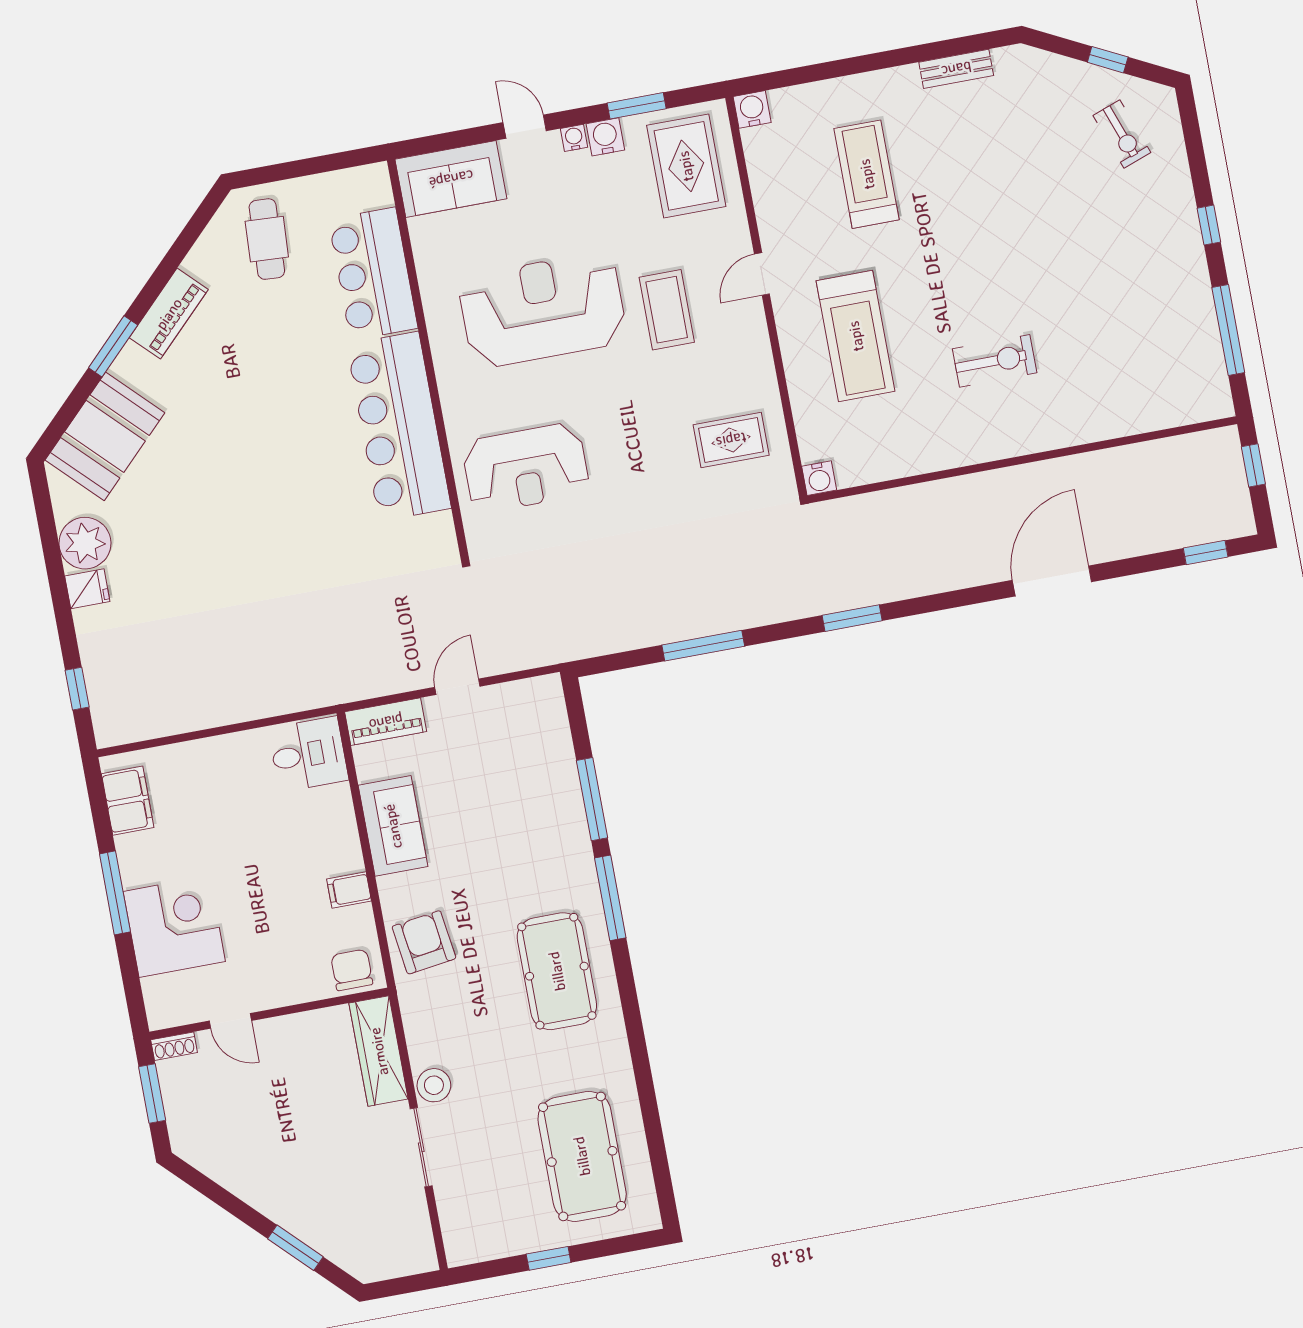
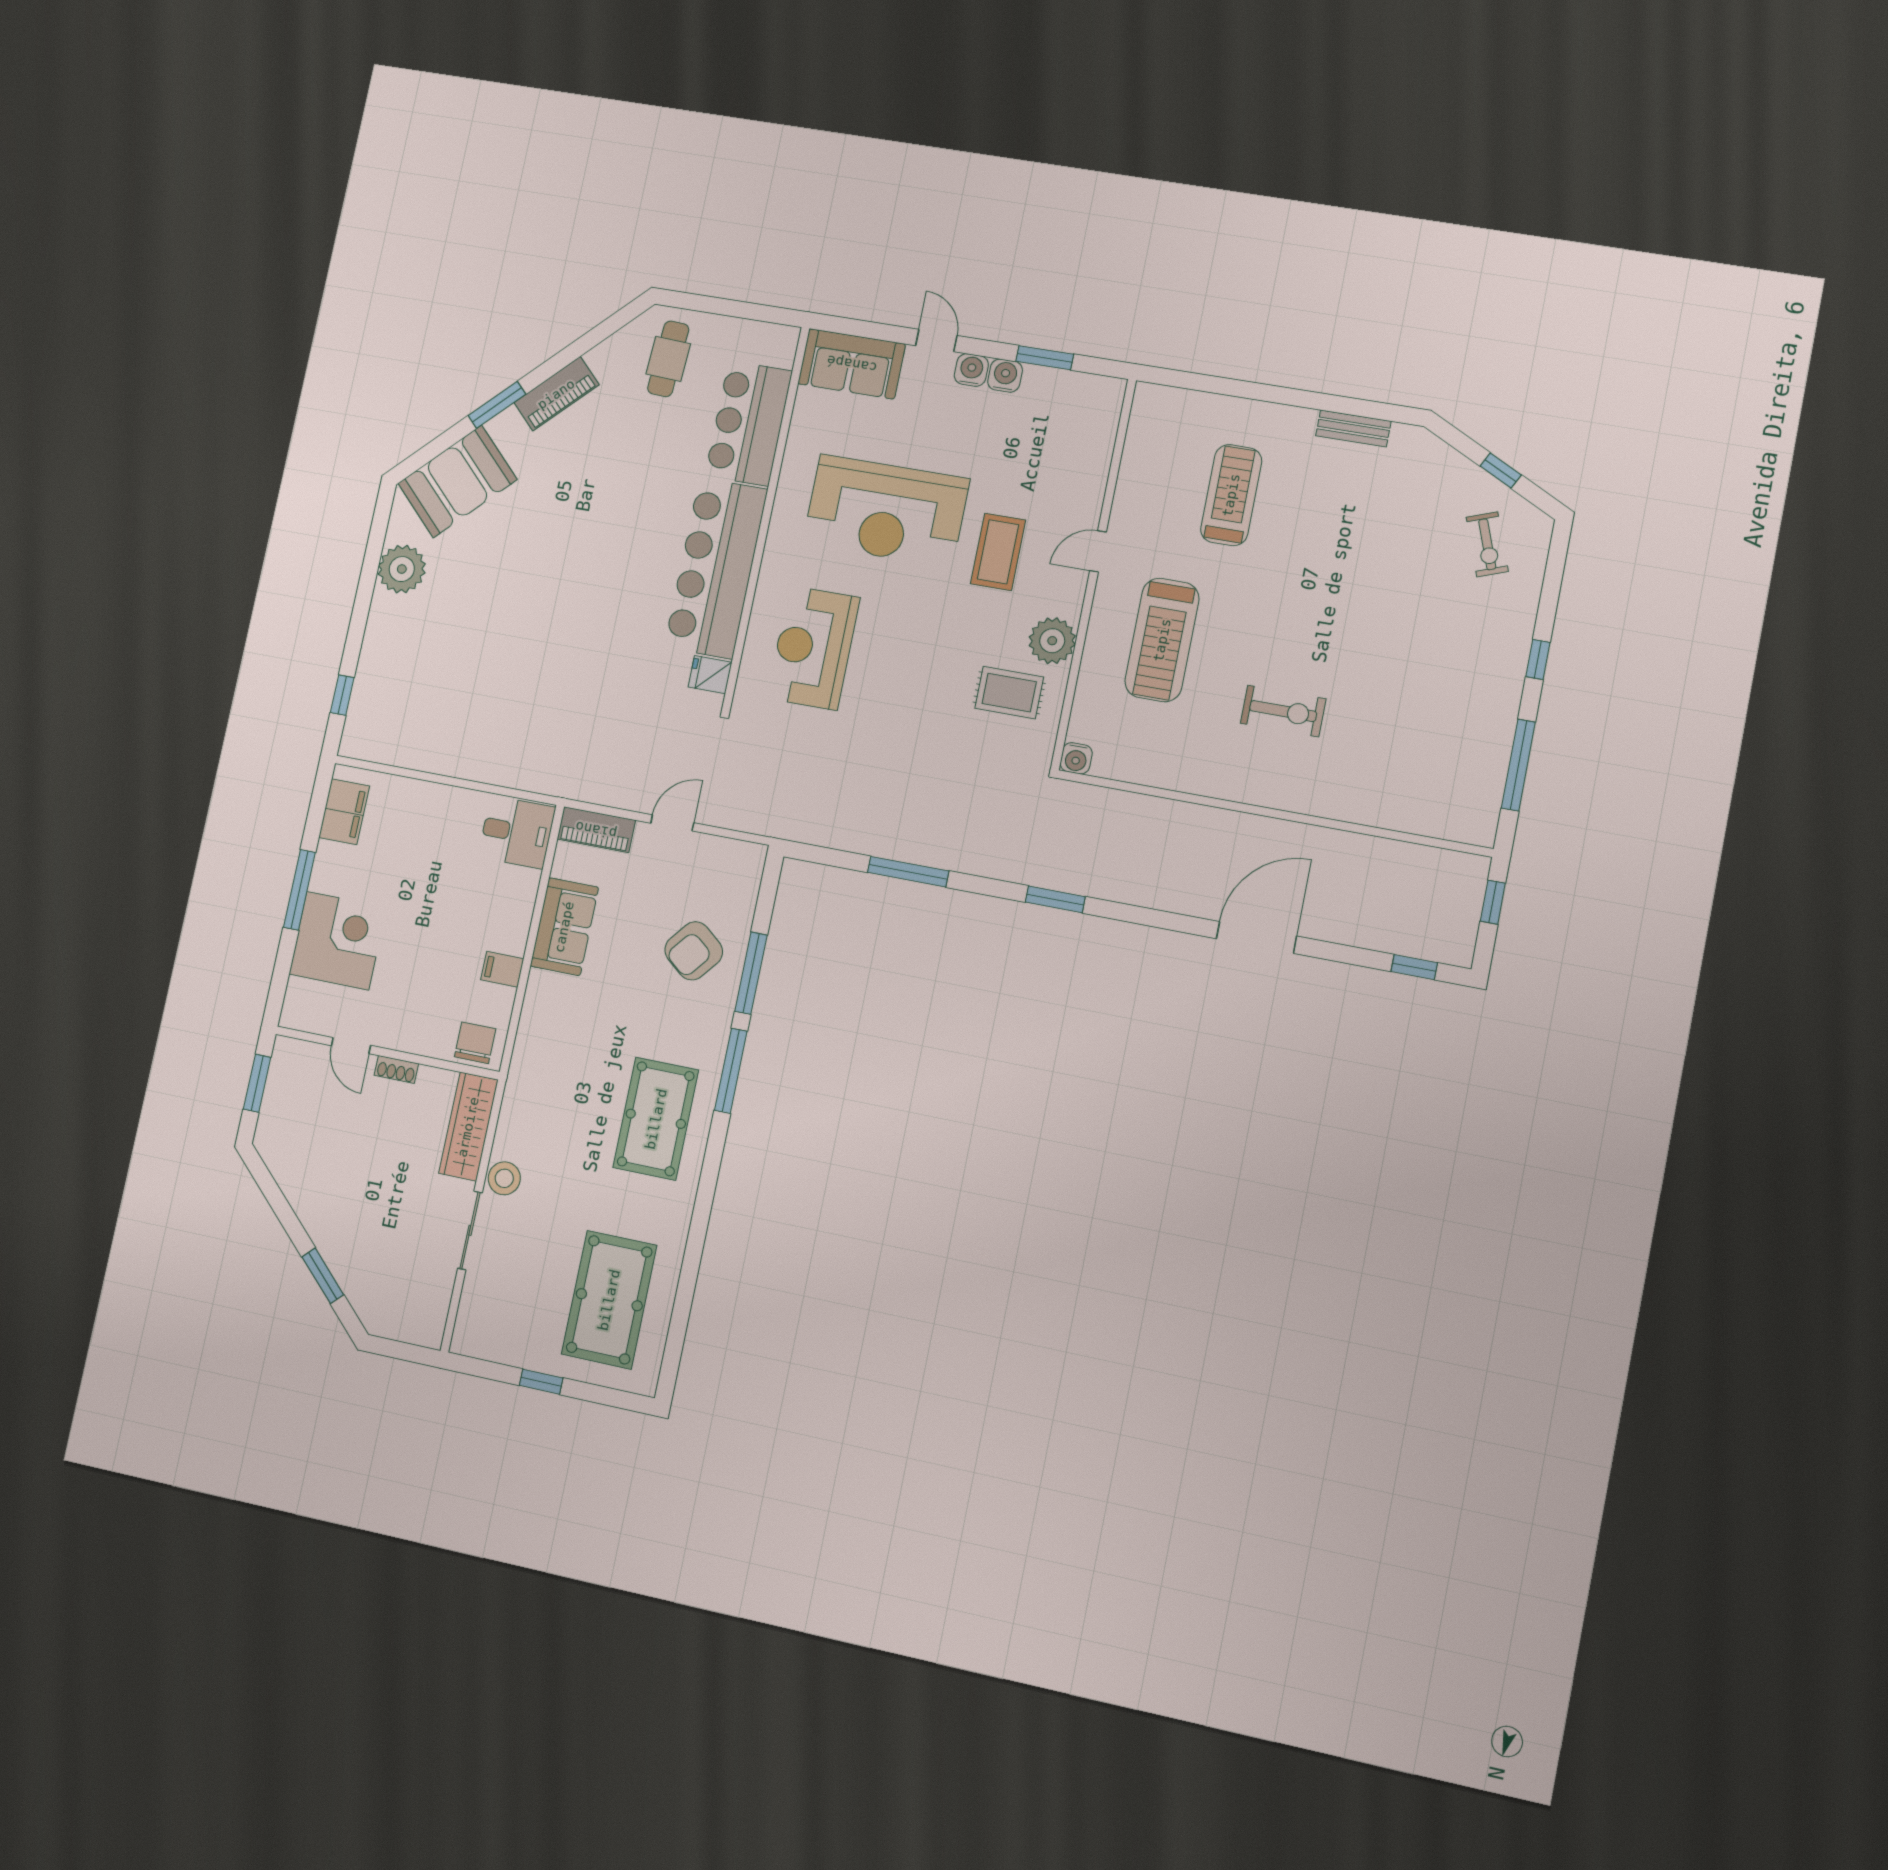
water cooler: (752, 109) -> (1149, 398), removed
water cooler: (574, 138) -> (971, 370), width x1.38, depth x1.38
rug: (686, 166) -> (1068, 428), removed
reception desk: (543, 310) -> (886, 511), turned 180
plant: (752, 375) -> (1052, 641), added
reception desk: (526, 468) -> (813, 648), turned 90
fridge: (87, 589) -> (710, 675), moved, turned 180
armchair: (424, 942) -> (694, 951), moved, turned -133
shoe rack: (174, 1046) -> (396, 1069), moved

